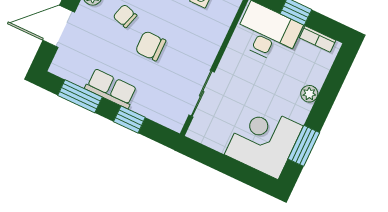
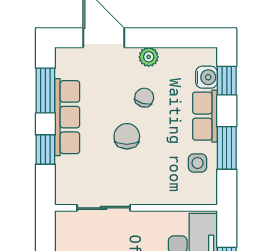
row of seats: (111, 88) -> (67, 117), width x1.48

